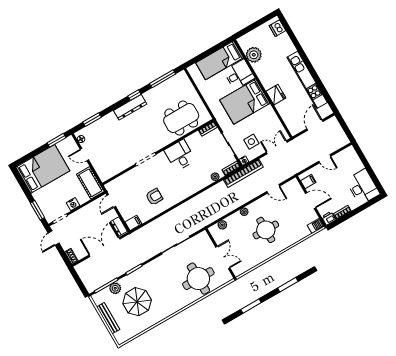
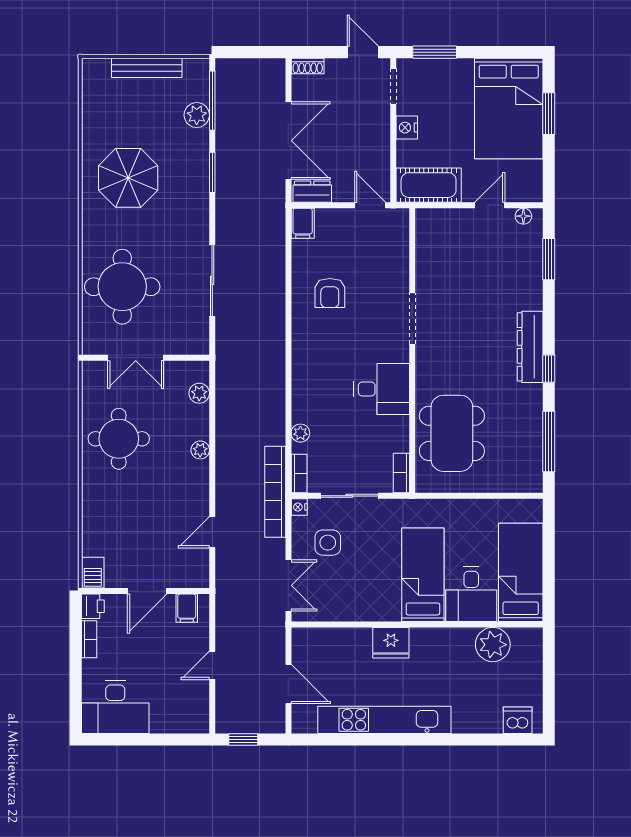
bed: (245, 102) -> (423, 575), width x0.67
window: (347, 130) -> (243, 739), added
window: (57, 140) -> (549, 114), moved
round table: (266, 230) -> (119, 439), moved
parasol: (137, 302) -> (128, 178), moved

